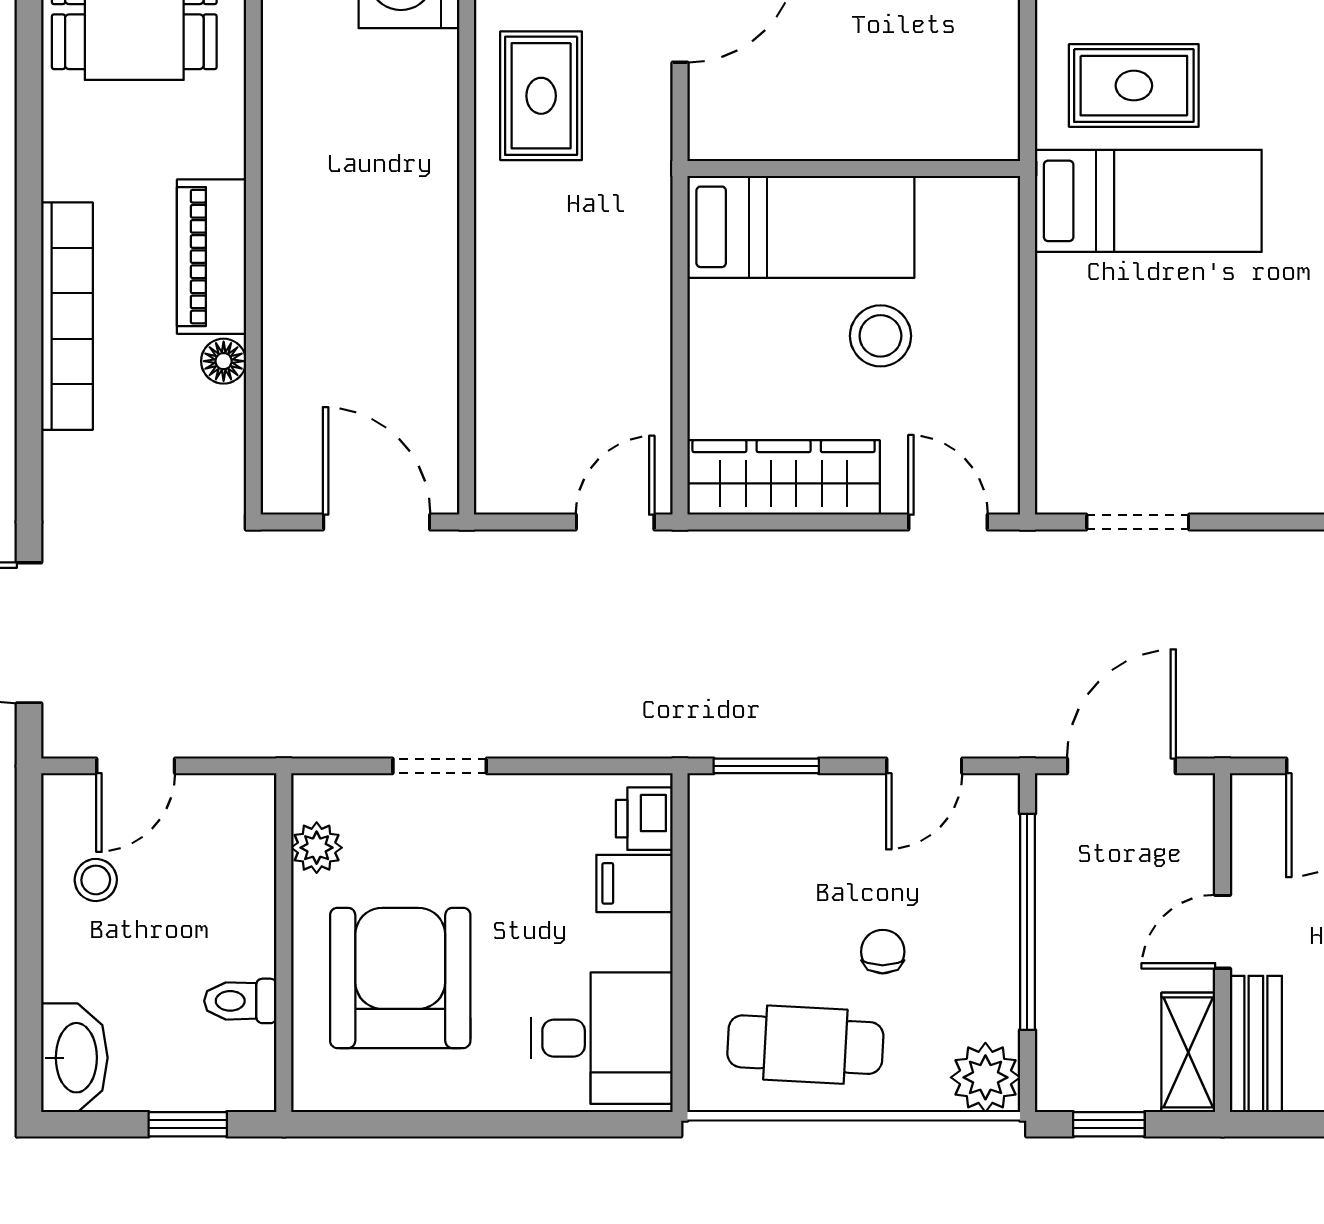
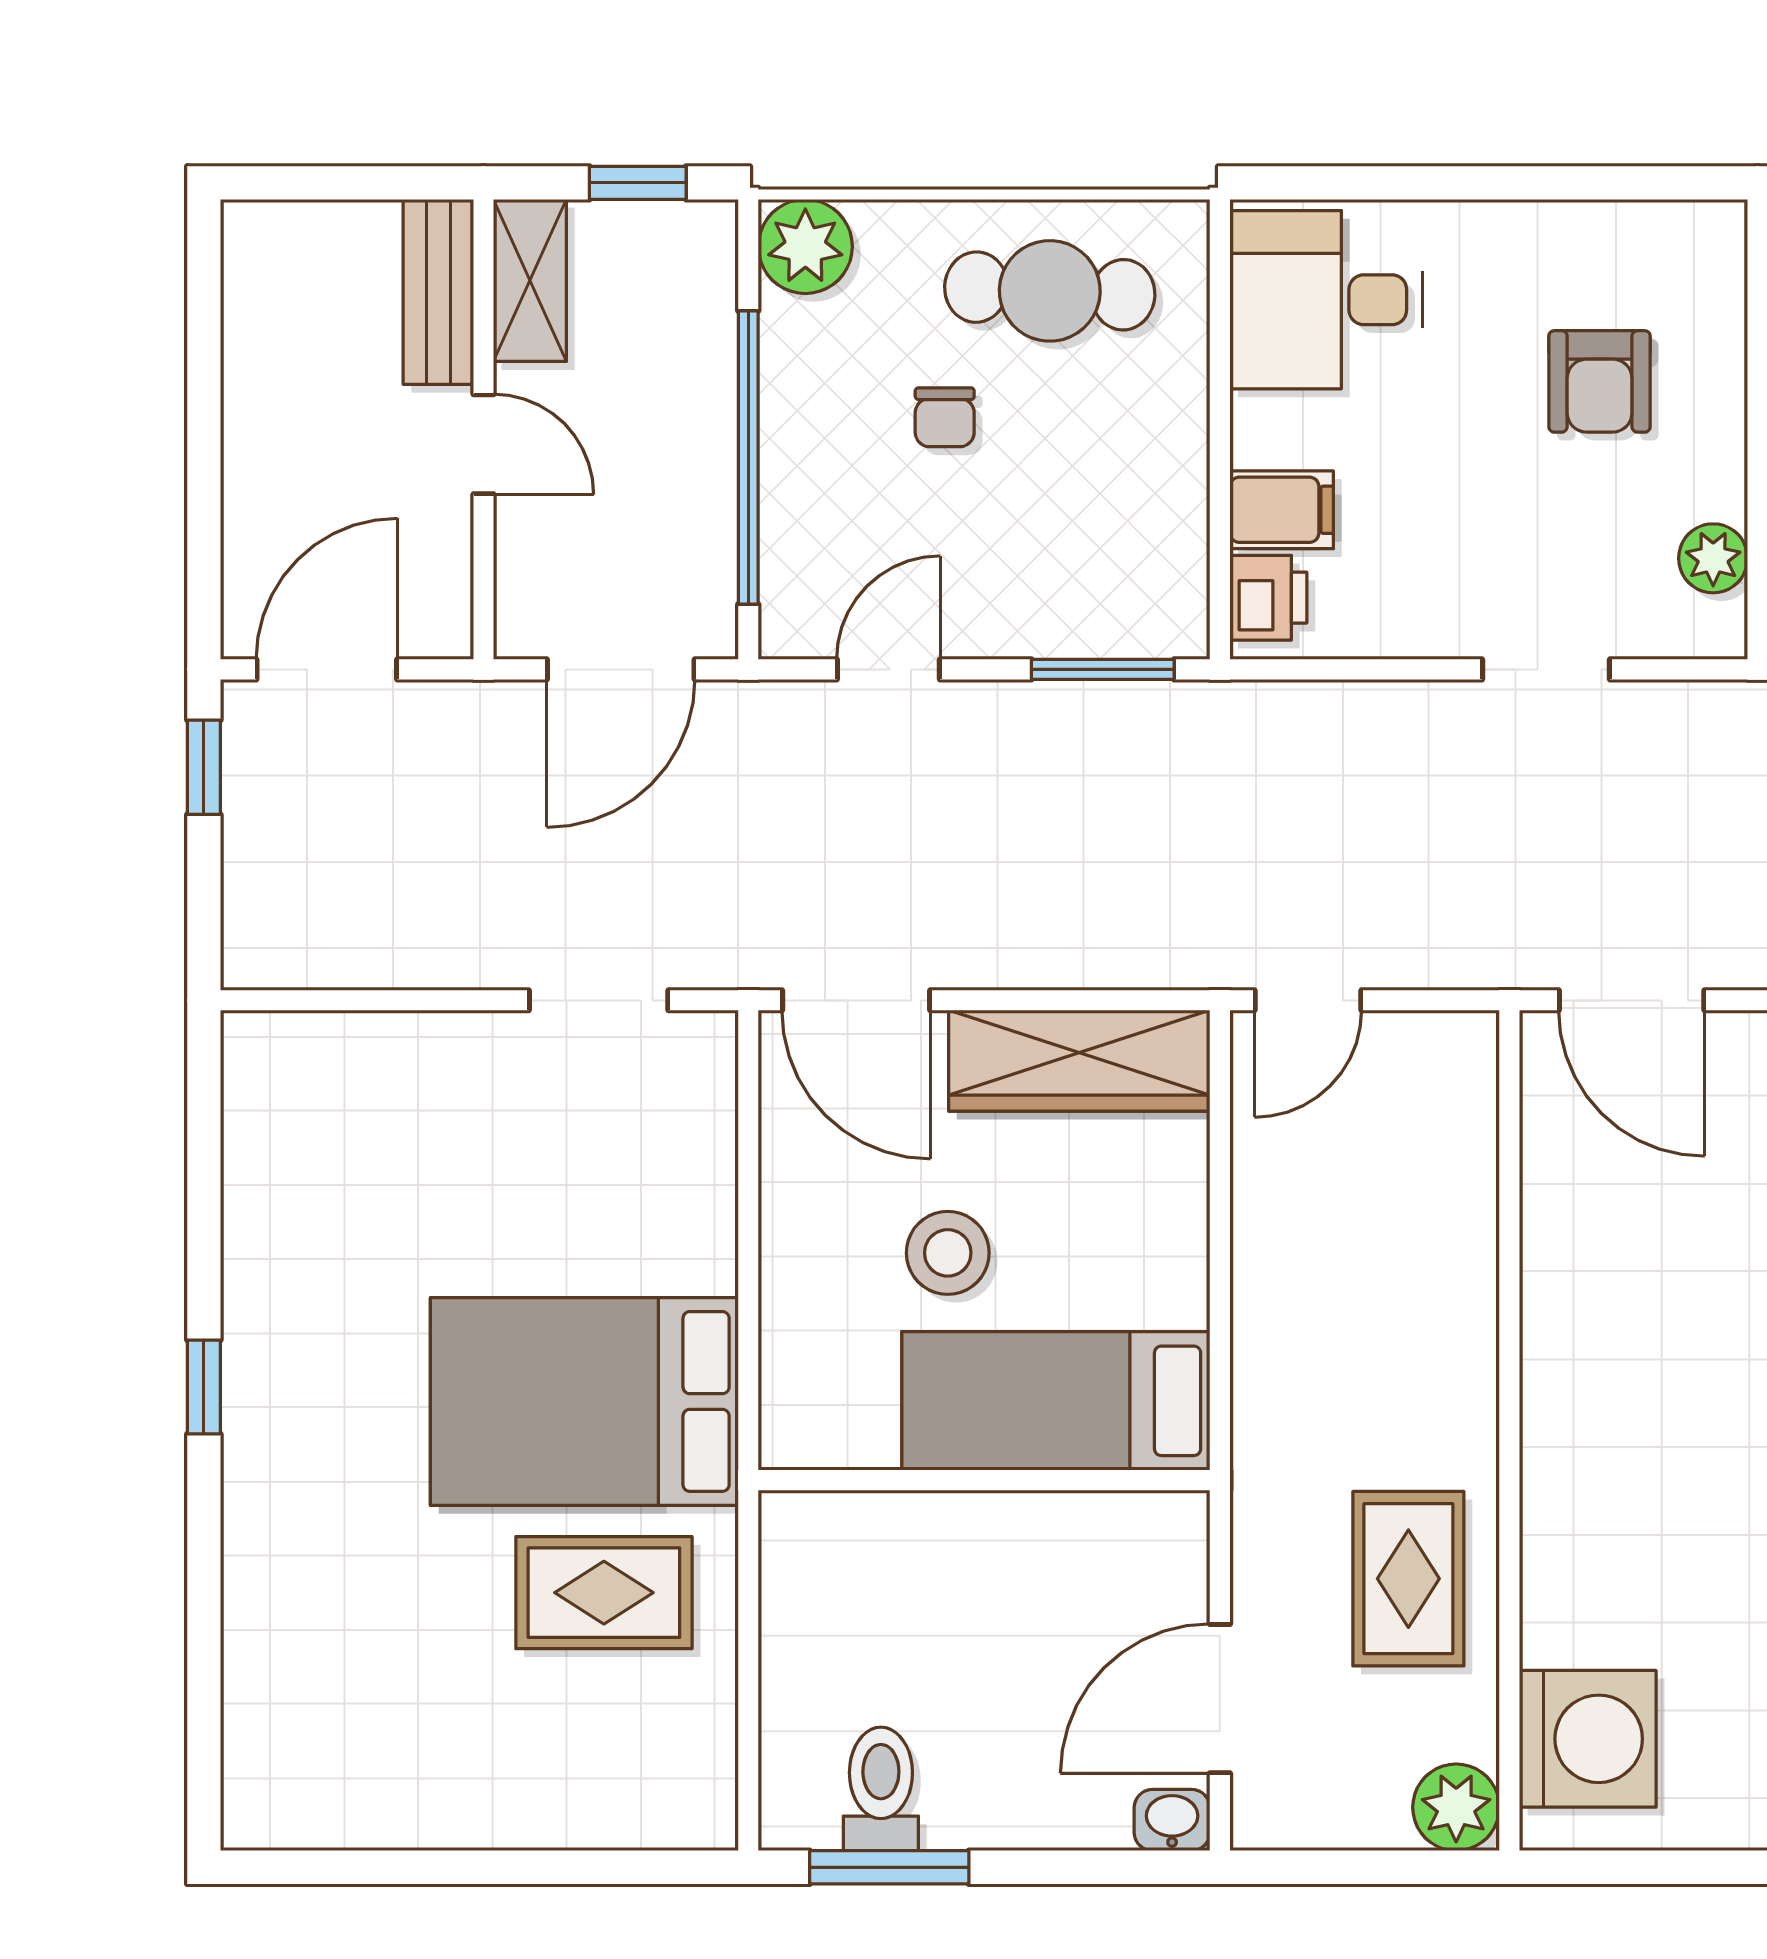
bed: (1148, 201) -> (584, 1401), width x1.50
door: (948, 522) -> (856, 1000), width x1.38
door: (1223, 932) -> (484, 444), hinge flipped
armchair: (400, 978) -> (1600, 381), width x0.53, depth x0.53

